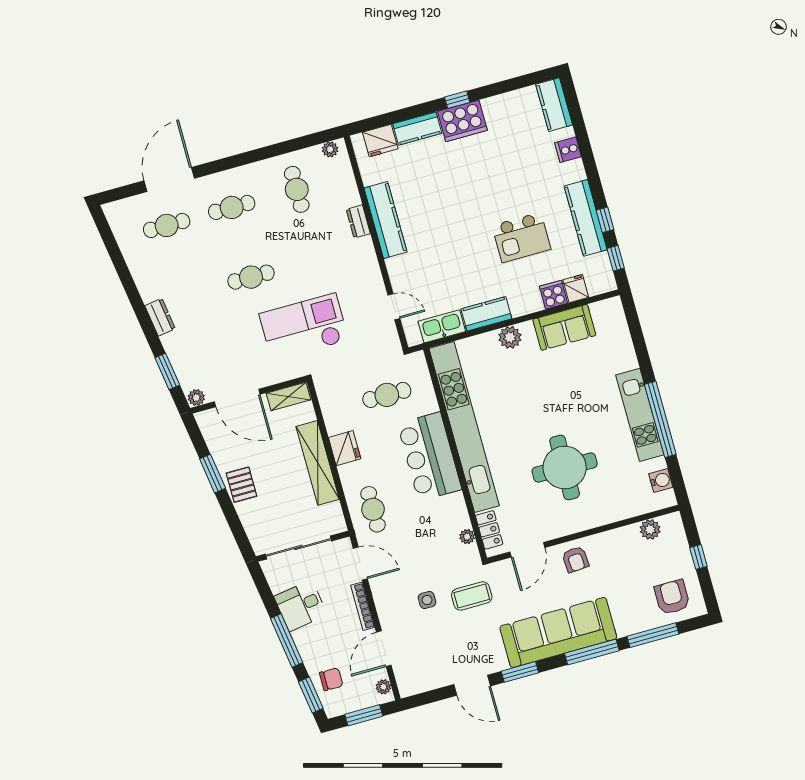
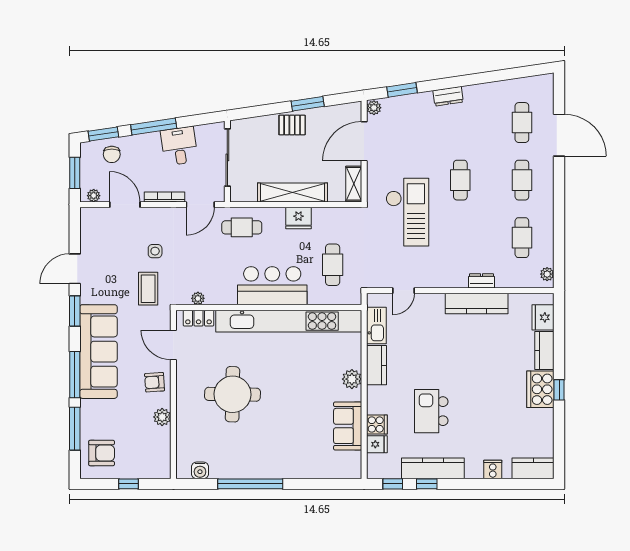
cafe table: (297, 189) -> (522, 238), turned 90
kitchen unit: (640, 415) -> (259, 468), removed
plant: (650, 529) -> (162, 417), moved

